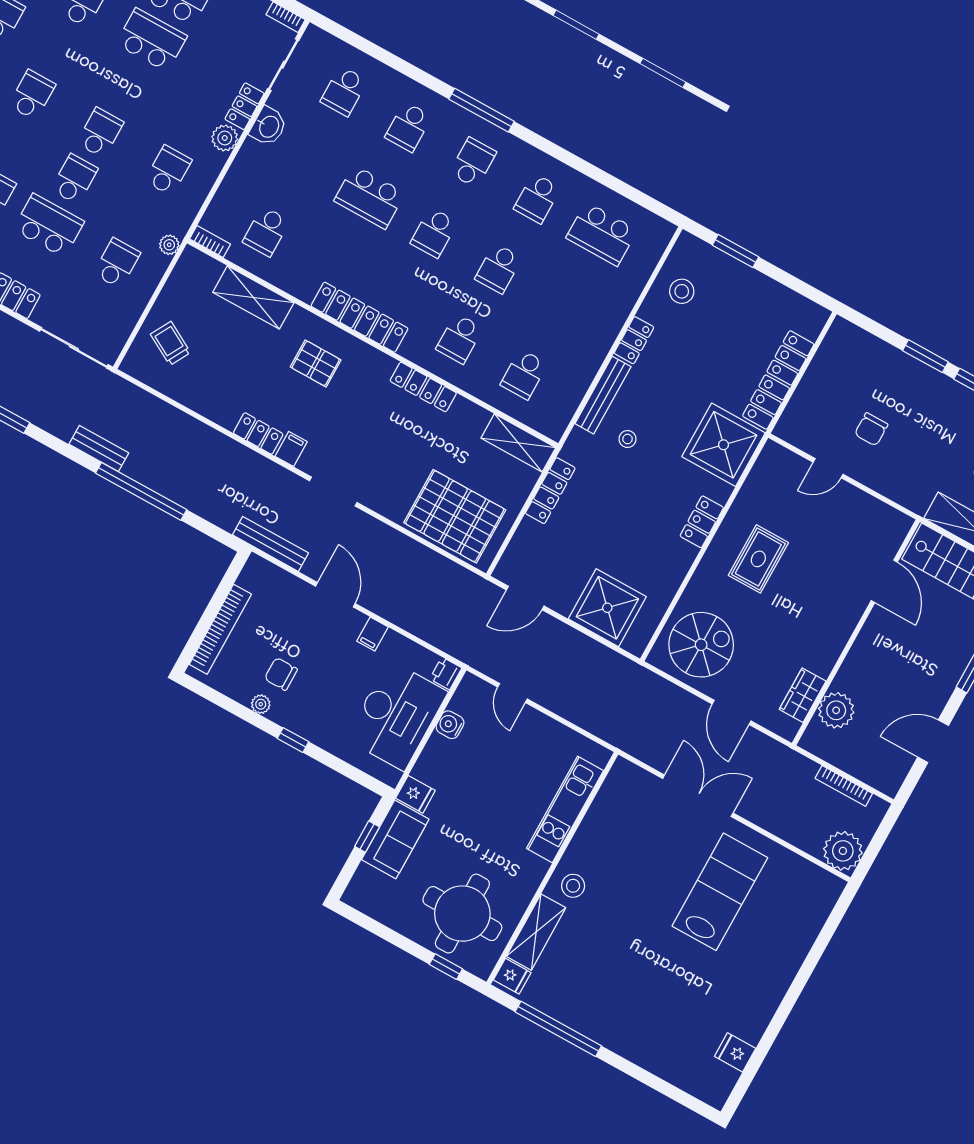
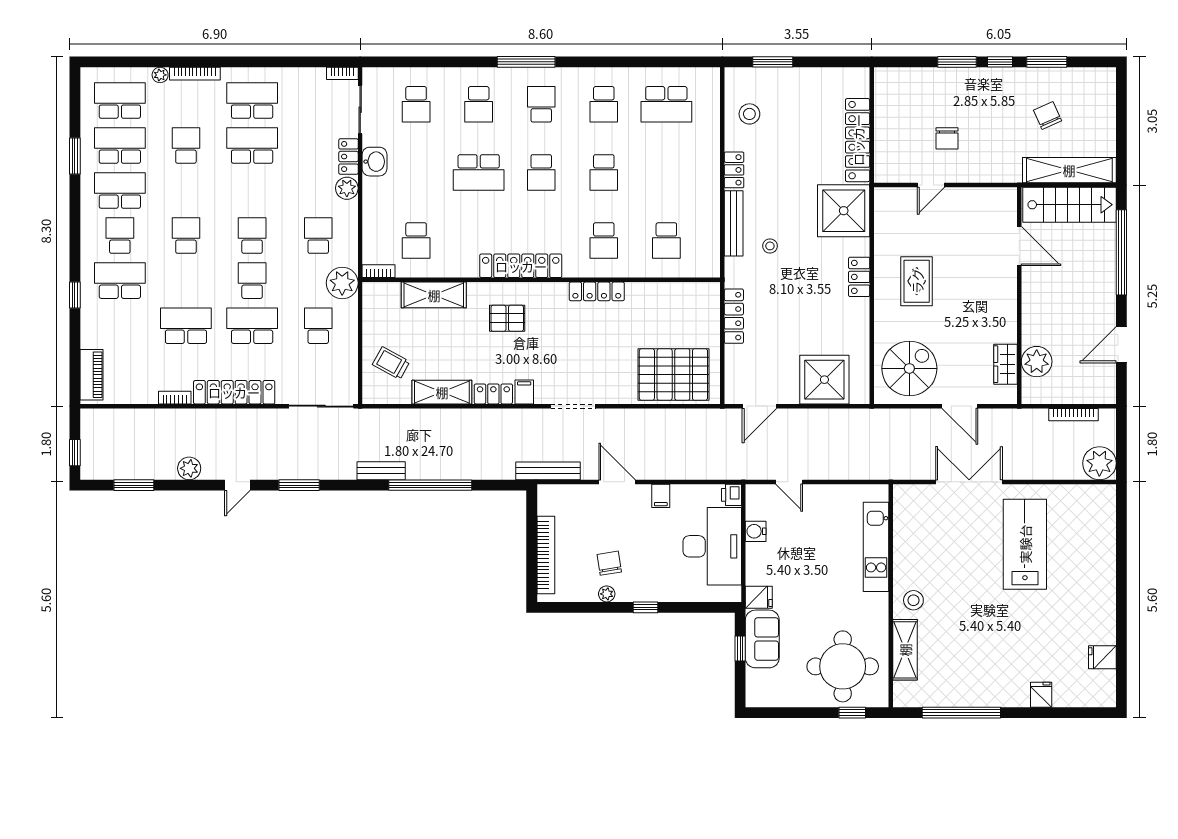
plant: (169, 245) -> (342, 283), width x1.88, depth x1.88
shelving: (518, 443) -> (442, 392), moved
chair: (281, 674) -> (609, 563), turned 81
fridge: (512, 976) -> (1041, 695), moved, turned -90

